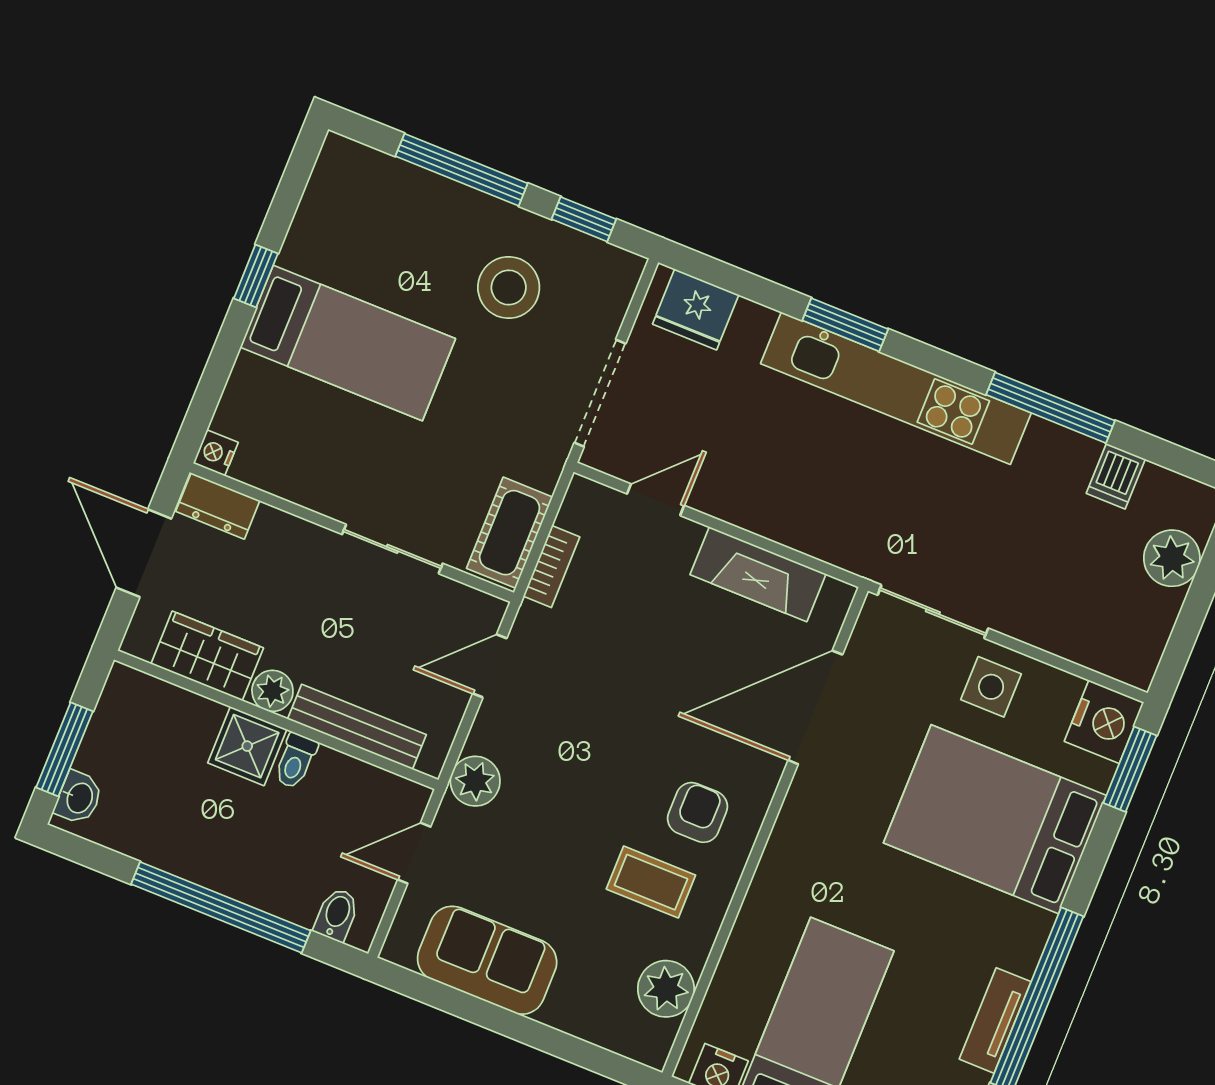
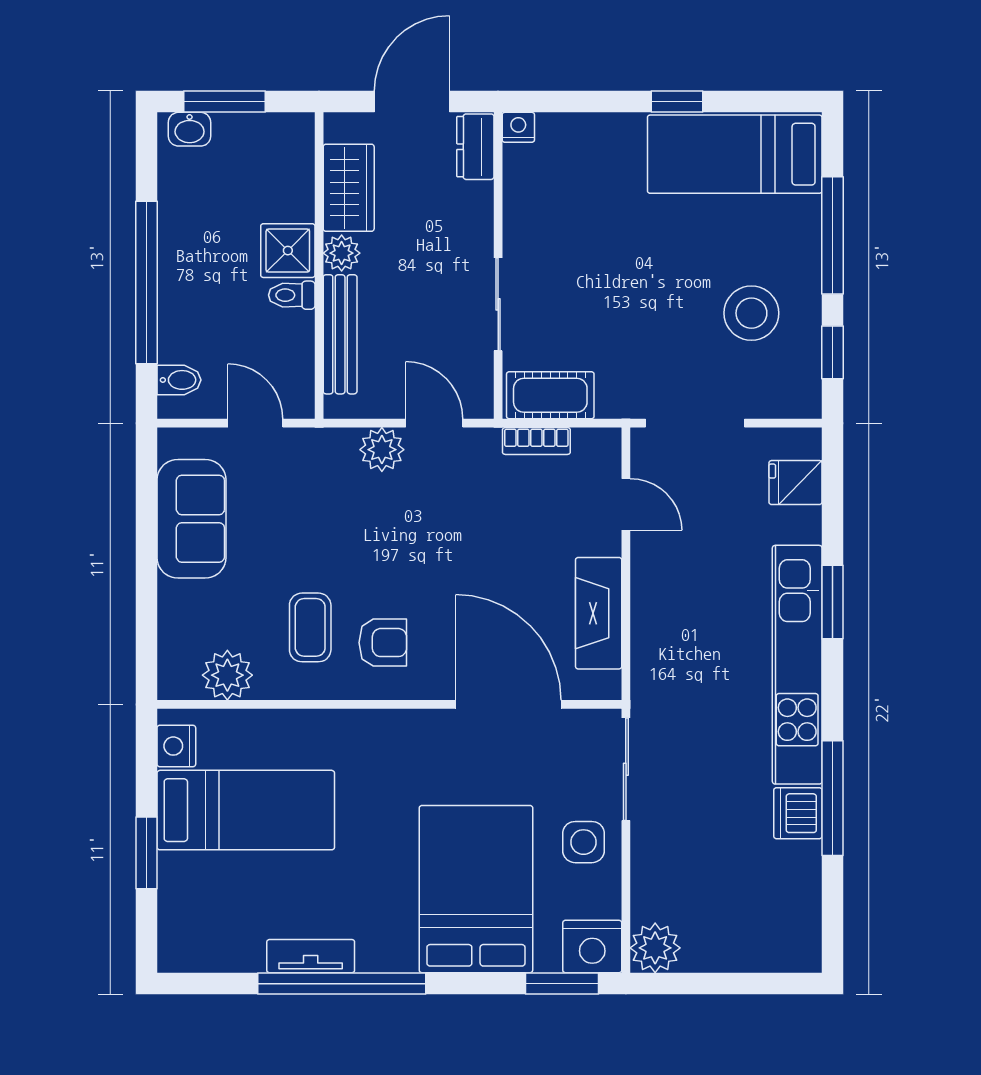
fridge: (696, 309) -> (795, 483), width x0.72
bed: (348, 343) -> (735, 154), moved, turned 90
dishwasher: (1116, 476) -> (798, 813), moved, width x1.38
plant: (1172, 558) -> (655, 948), moved
plant: (475, 781) -> (382, 450), moved

